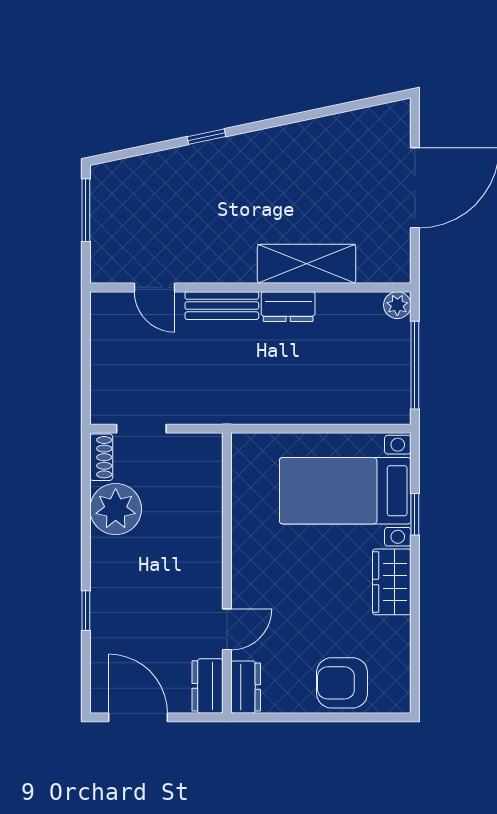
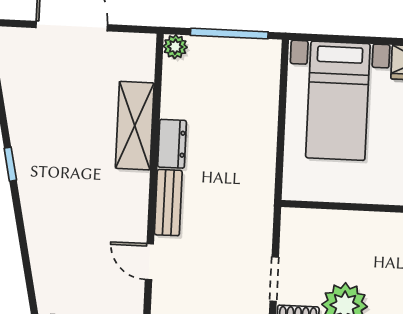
window: (206, 137) -> (10, 164), moved
door: (155, 287) -> (149, 262), swing flipped
window: (415, 514) -> (362, 40), removed

